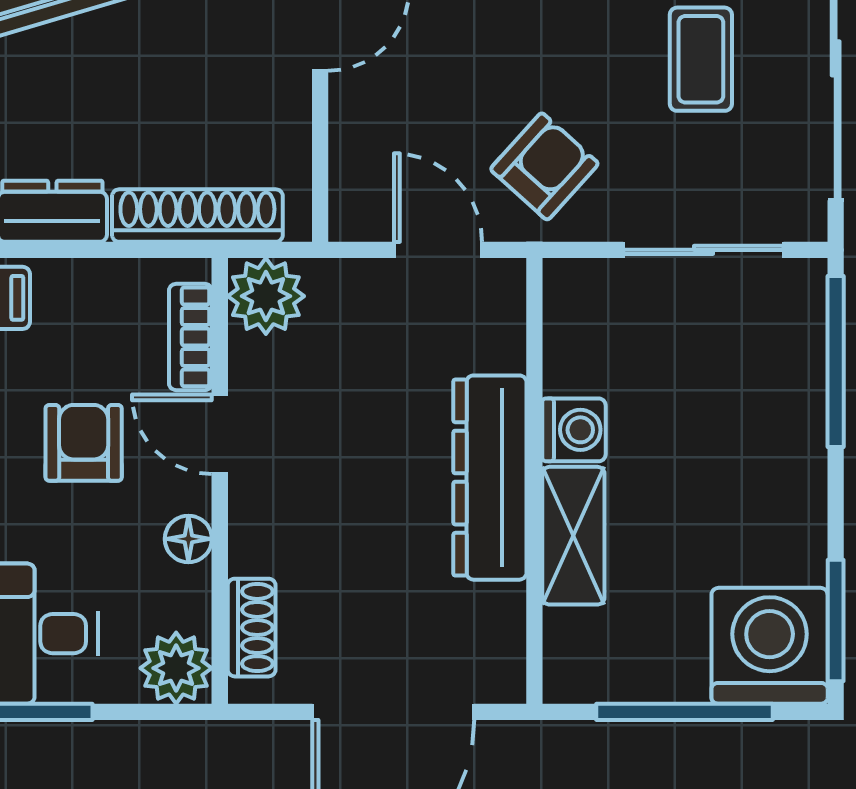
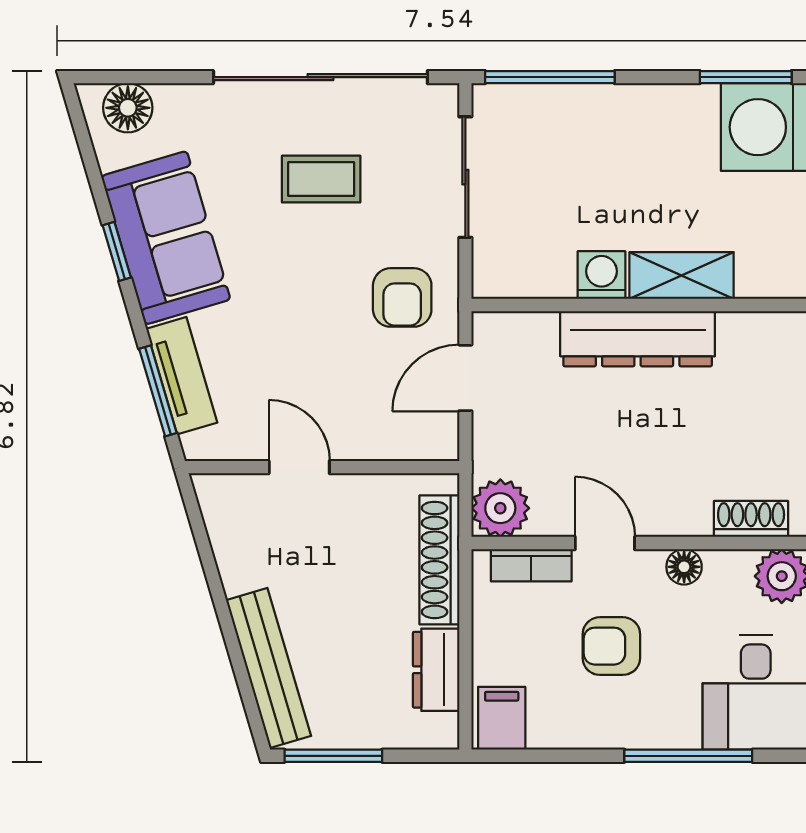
armchair: (544, 166) -> (402, 297), turned -132
door: (220, 434) -> (605, 543), swing flipped

